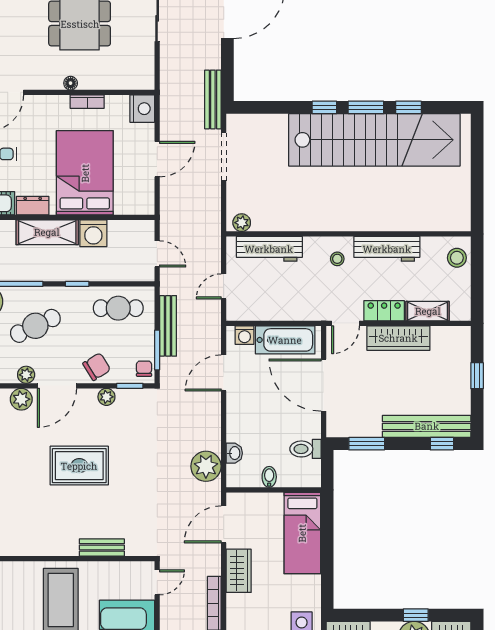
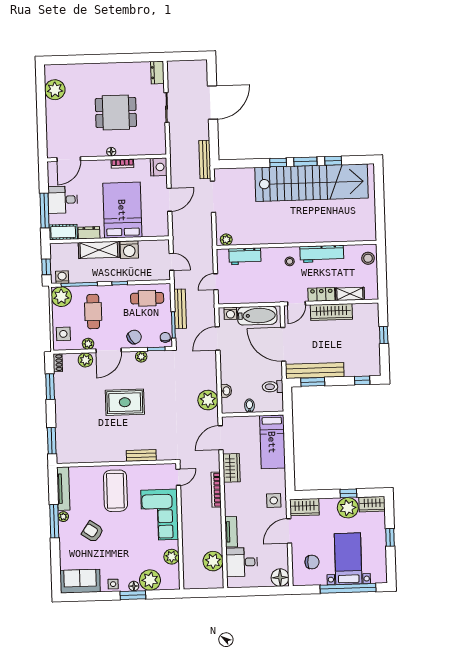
workbench: (269, 249) -> (245, 256), width x0.73
cafe table: (35, 326) -> (93, 312), turned -65
bench: (427, 426) -> (315, 371), moved

